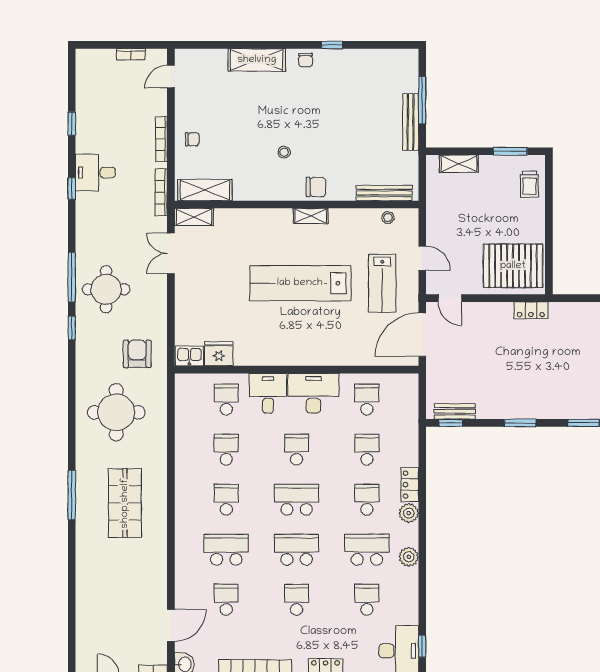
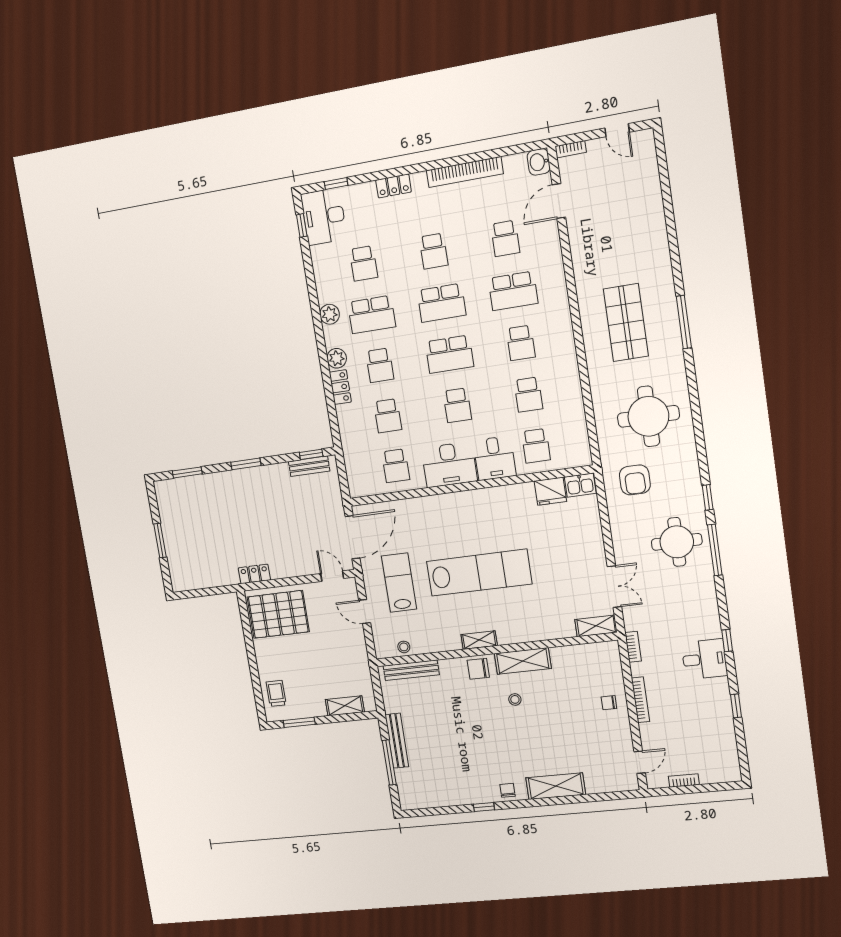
shelving: (205, 190) -> (523, 661), moved
bookcase: (161, 192) -> (633, 647), width x0.64

